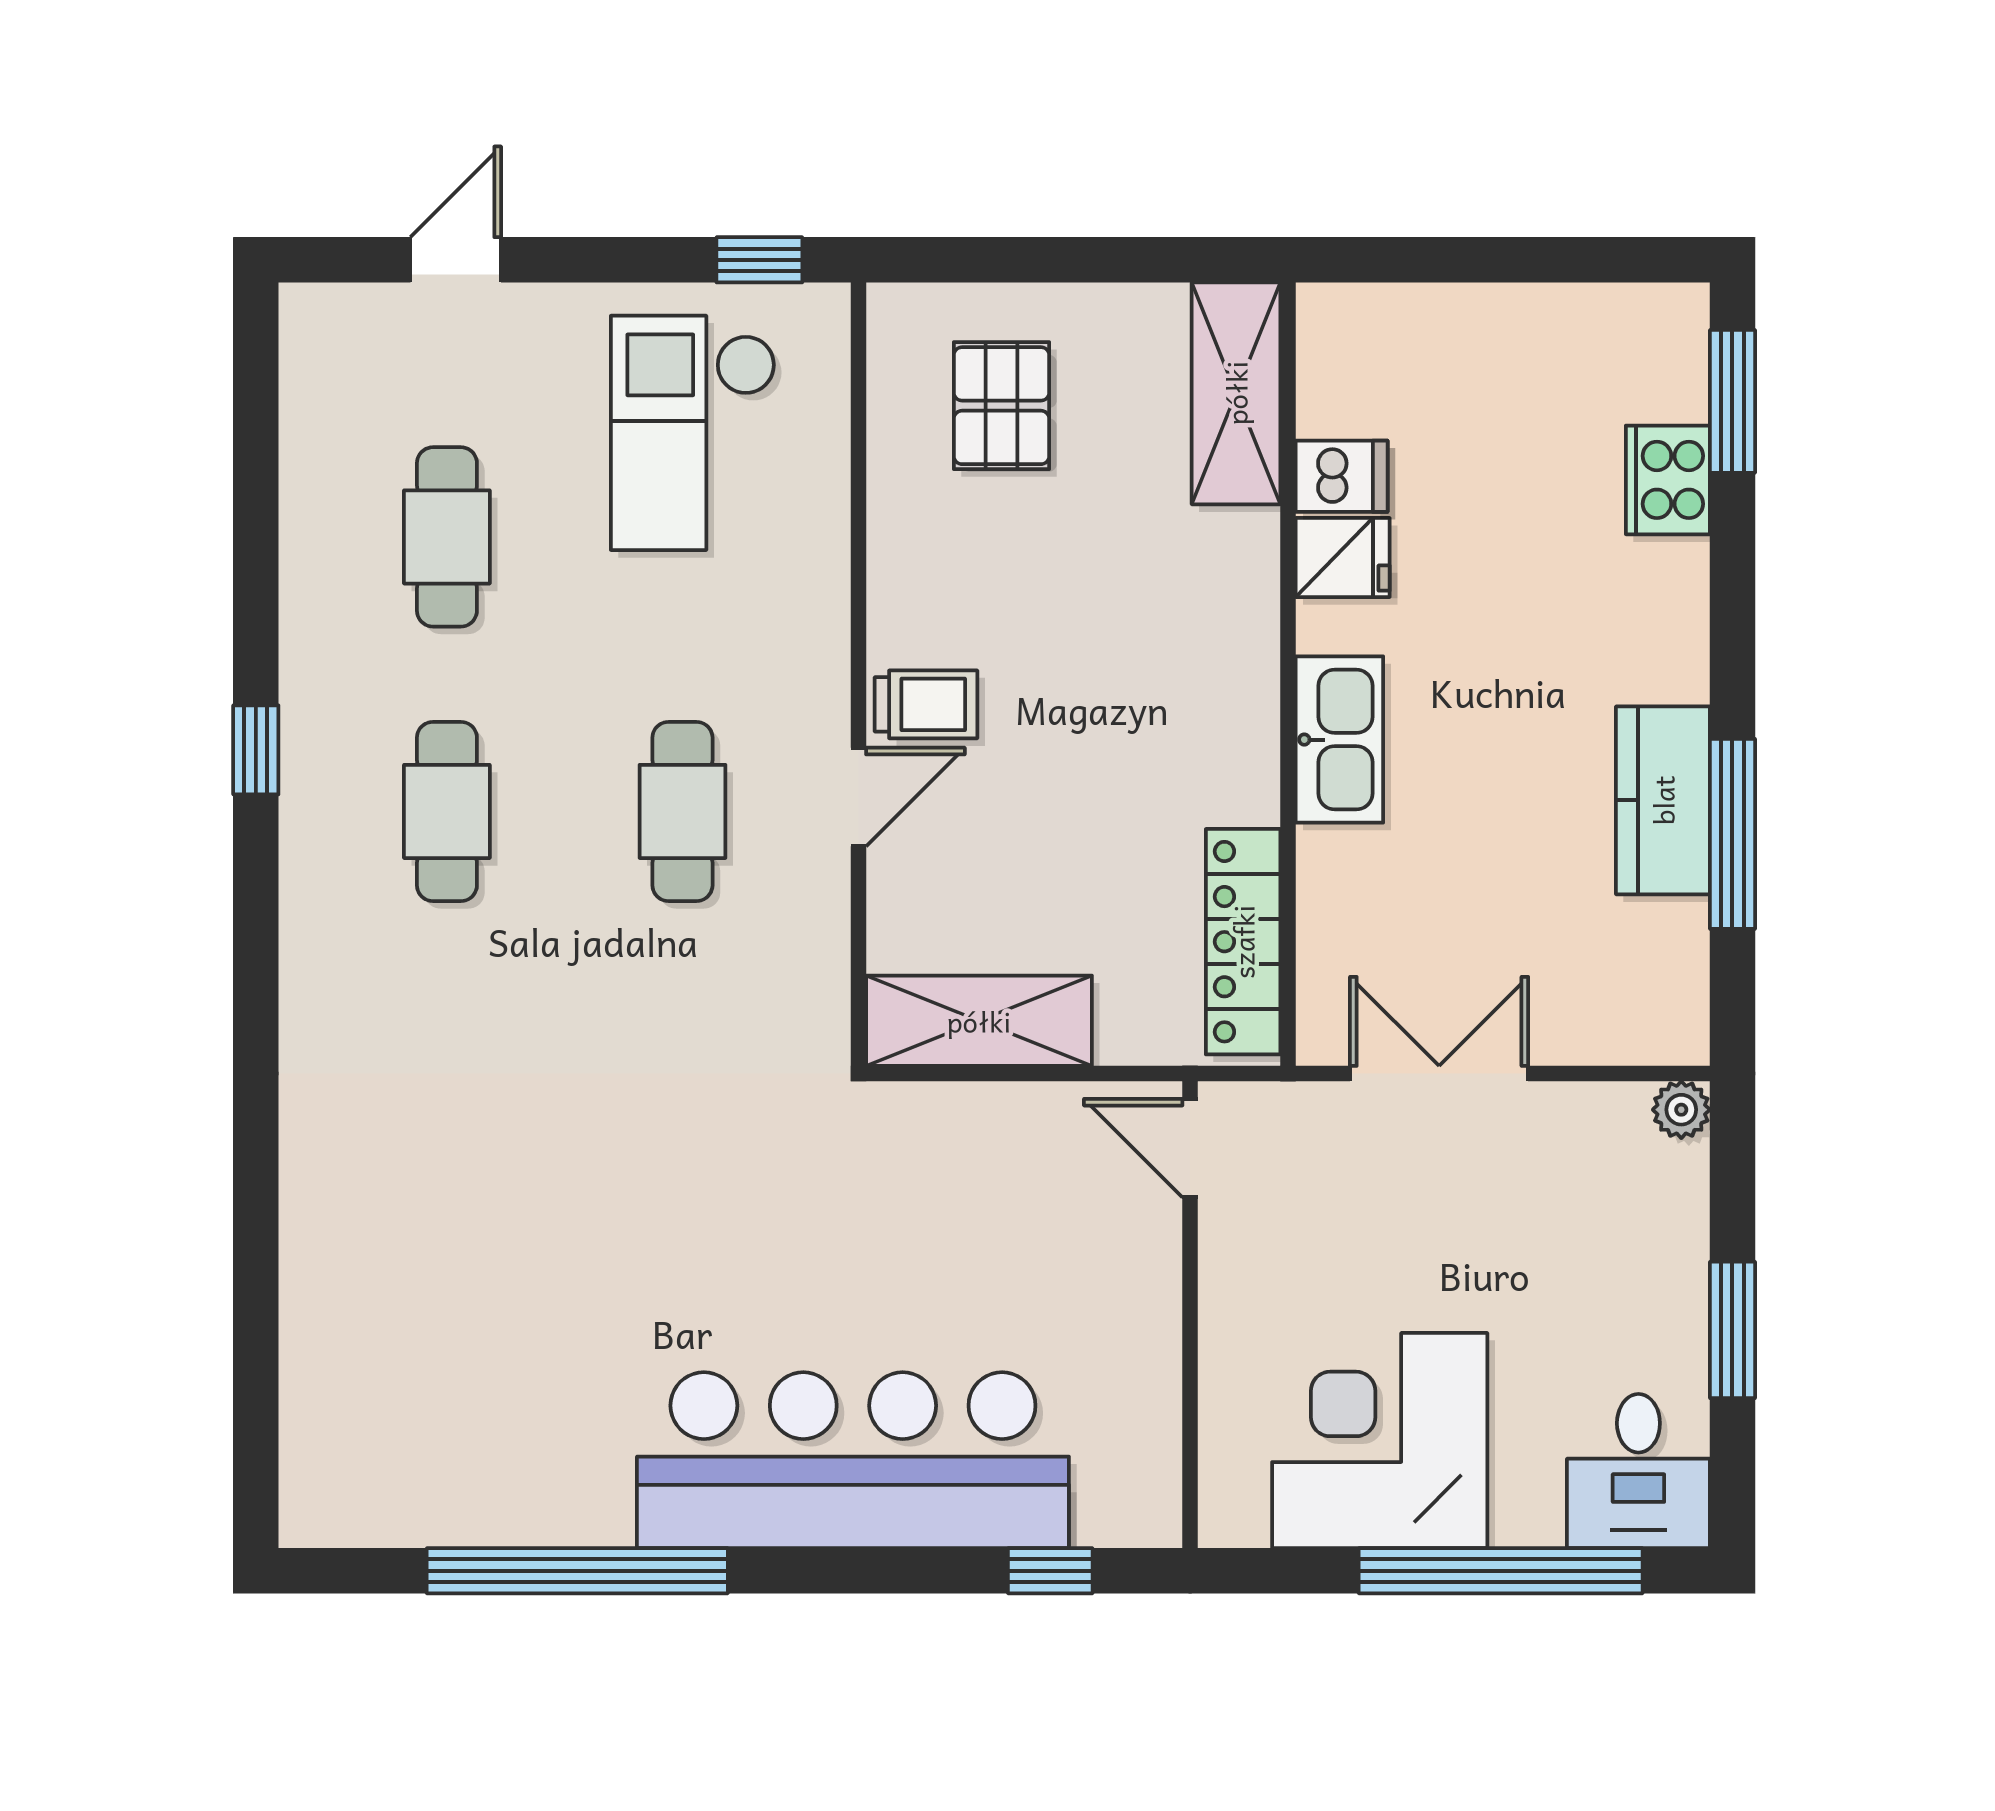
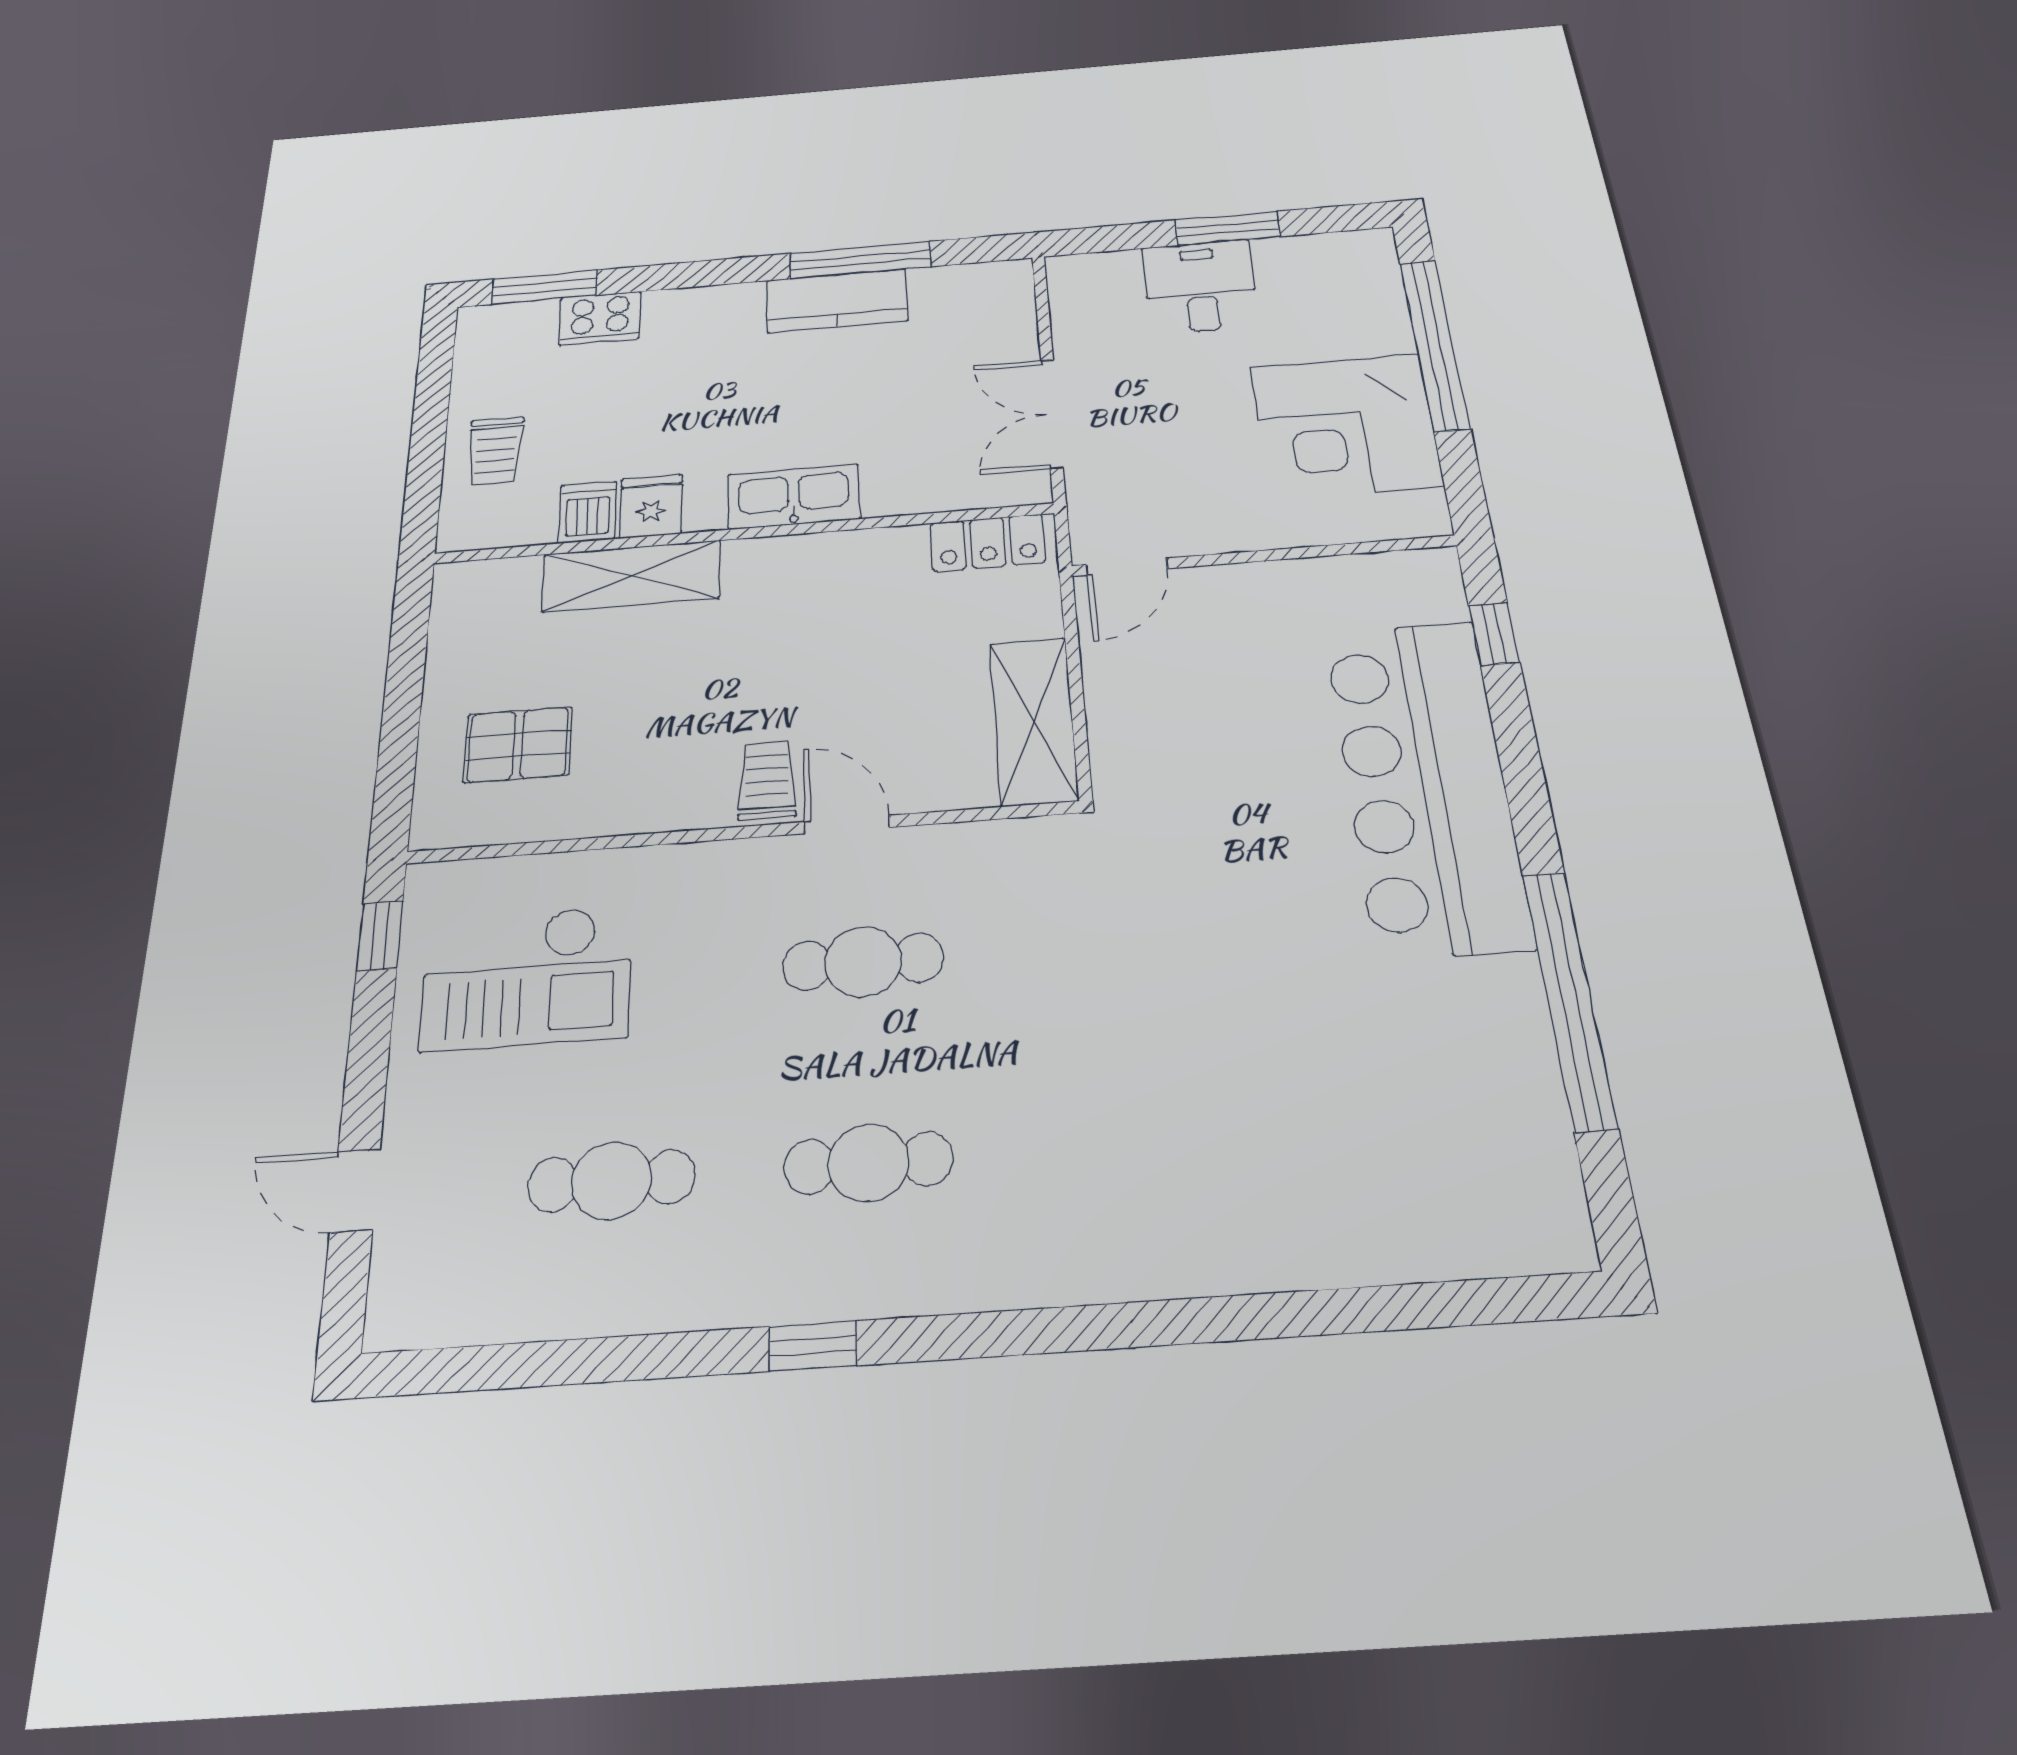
trolley: (1454, 351) -> (495, 451), added
shelving: (1236, 393) -> (631, 576), moved
locker: (1243, 942) -> (988, 543), width x0.66
plant: (1681, 1110) -> (1067, 271), removed
desk: (1638, 1471) -> (1200, 287), moved, turned -90

